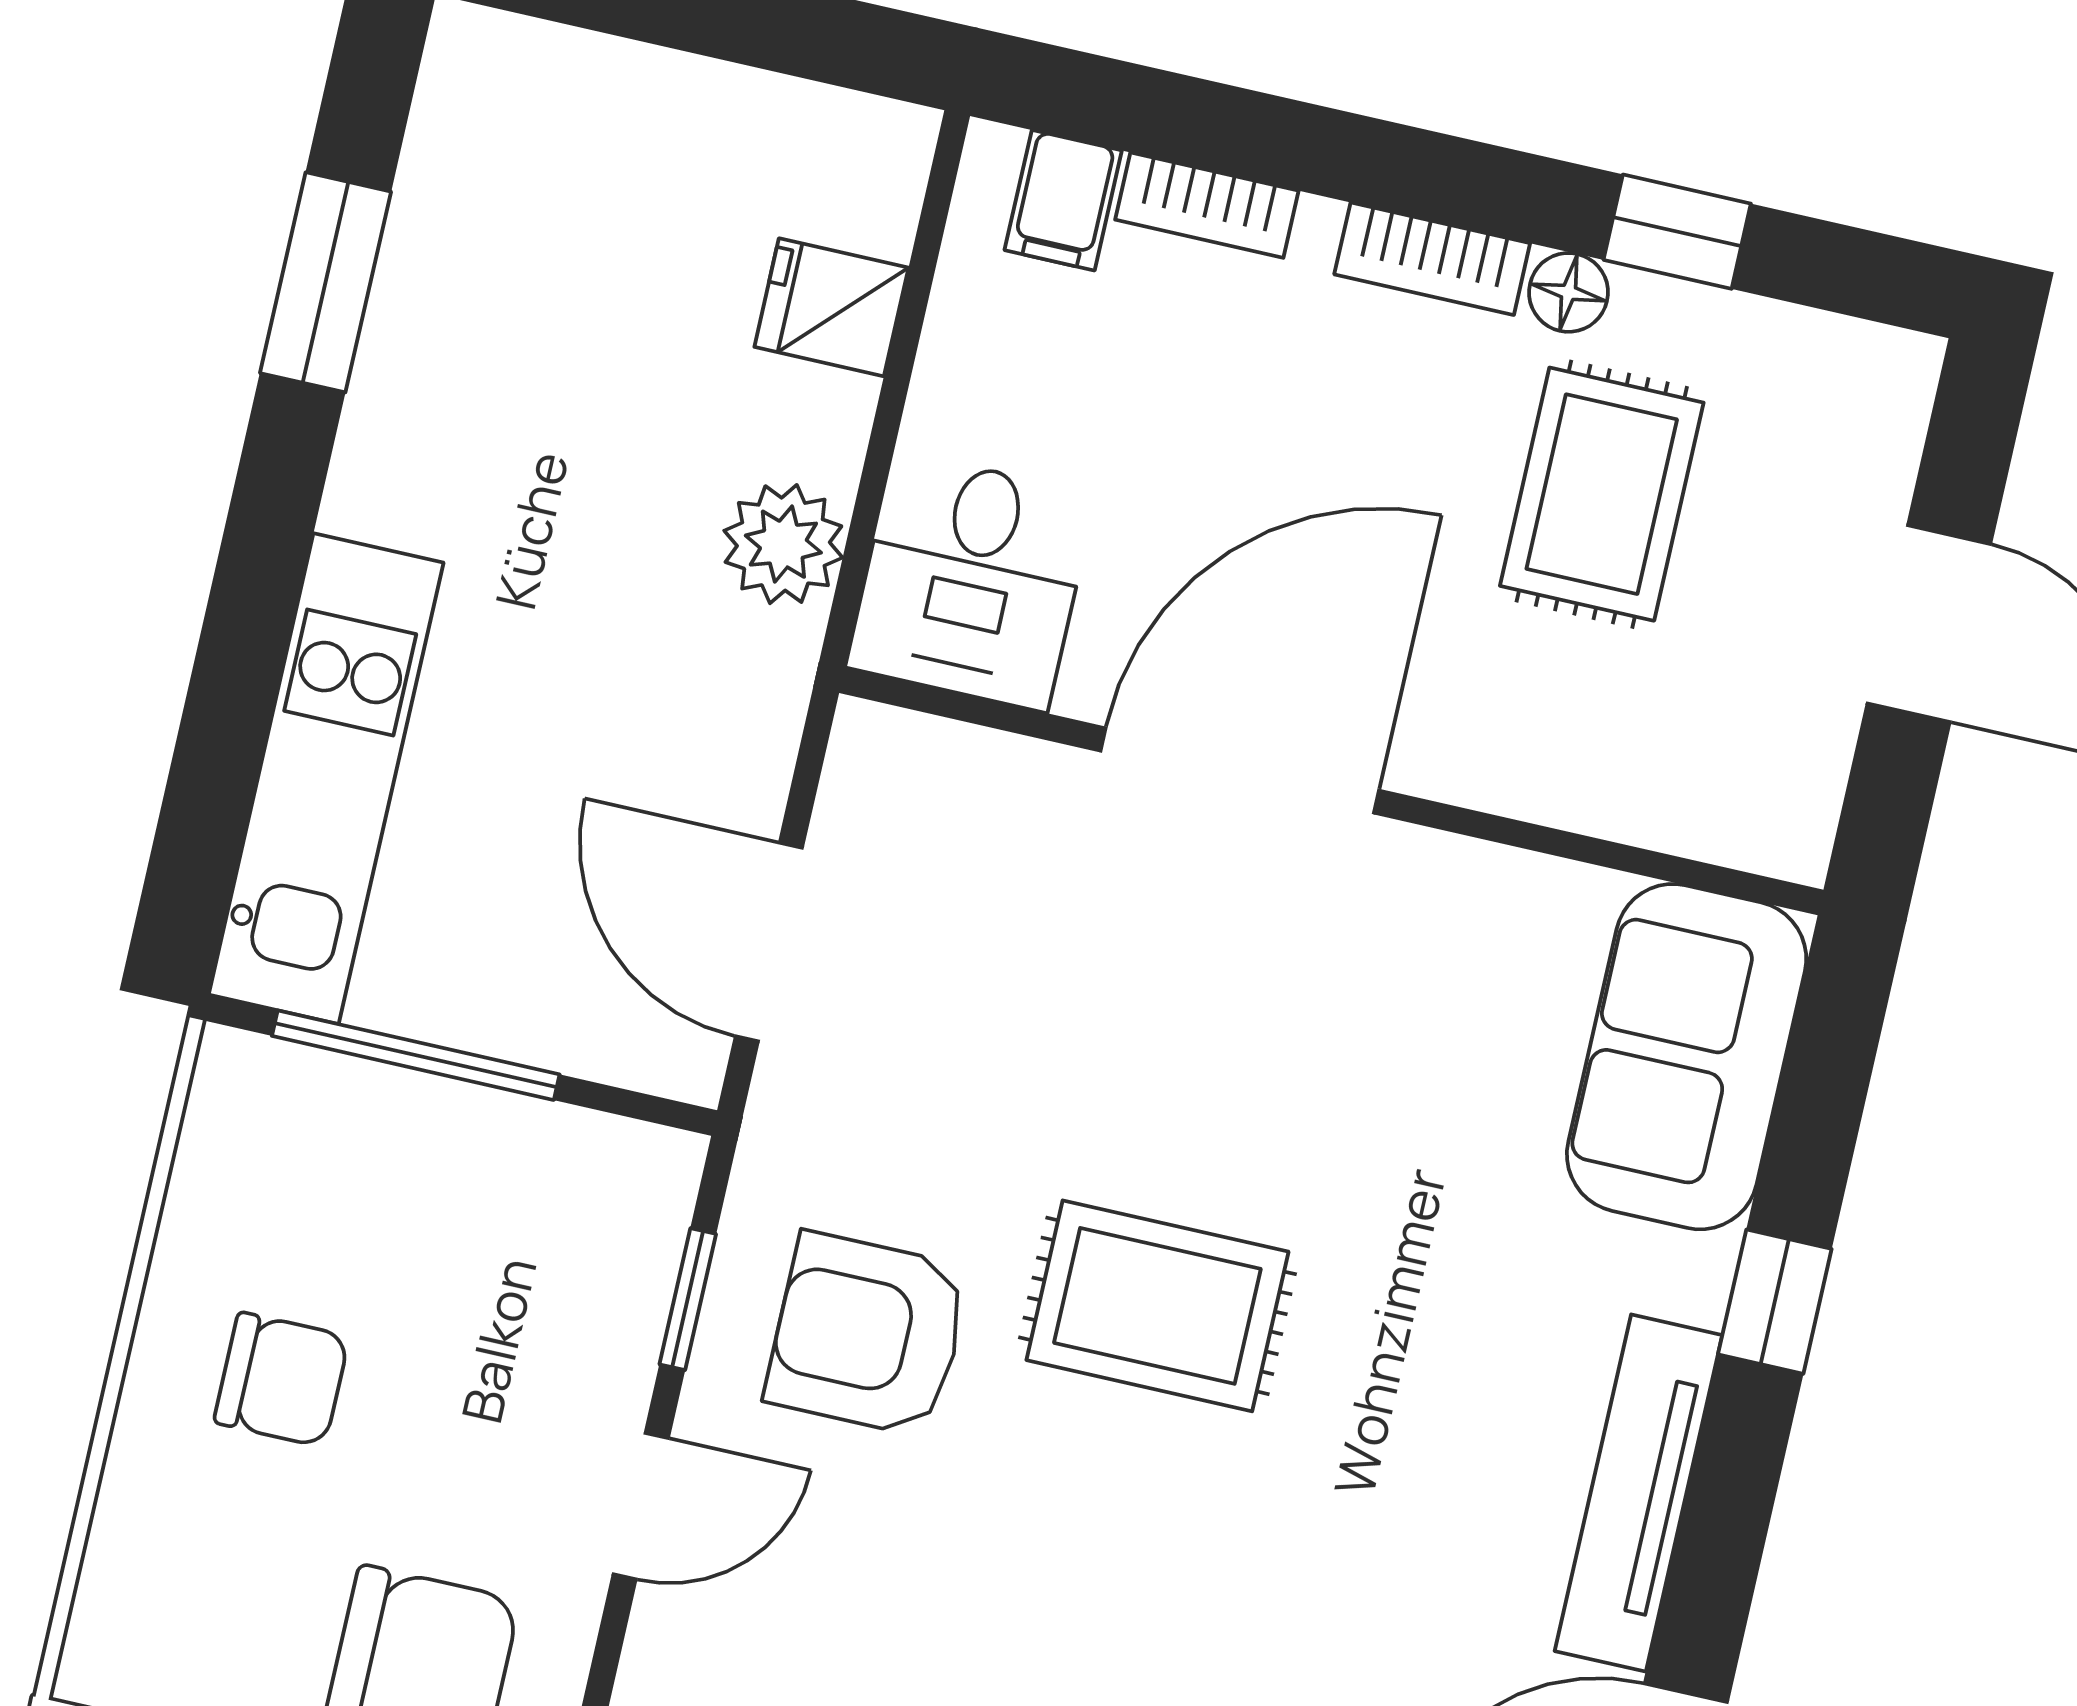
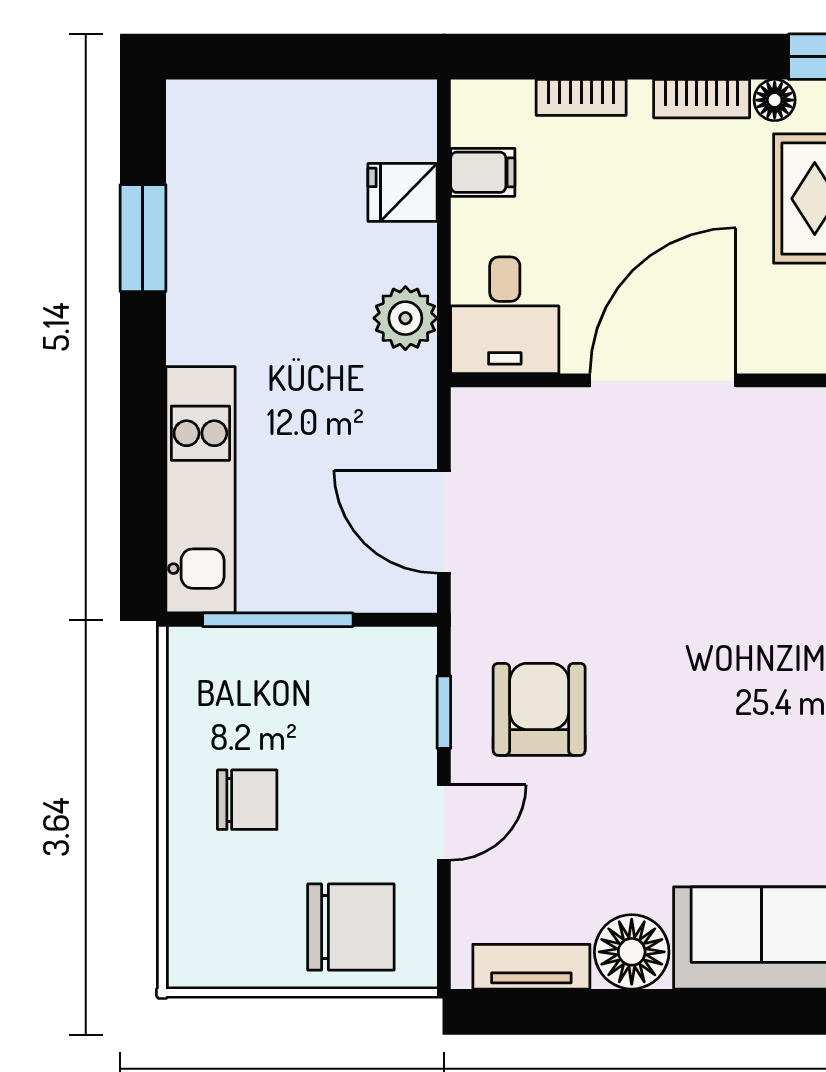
filing cabinet: (1063, 200) -> (483, 172), moved, turned -90
rug: (1157, 1306) -> (683, 661), removed
armchair: (868, 1334) -> (539, 709), turned 90

